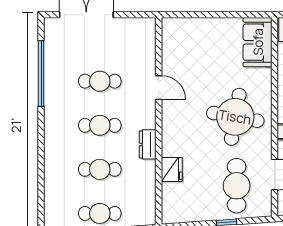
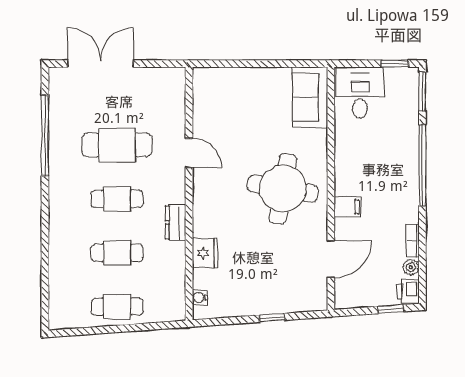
cafe table: (100, 81) -> (117, 145), width x1.37, depth x1.35
cafe table: (237, 186) -> (284, 273), removed
water cooler: (168, 206) -> (200, 297), added

